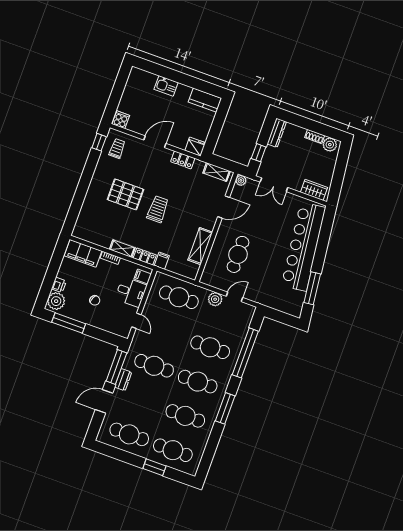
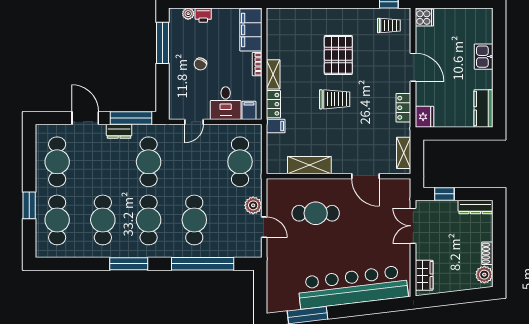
plant: (241, 180) -> (404, 185), removed
plant: (56, 301) -> (188, 14), width x0.53, depth x0.53

